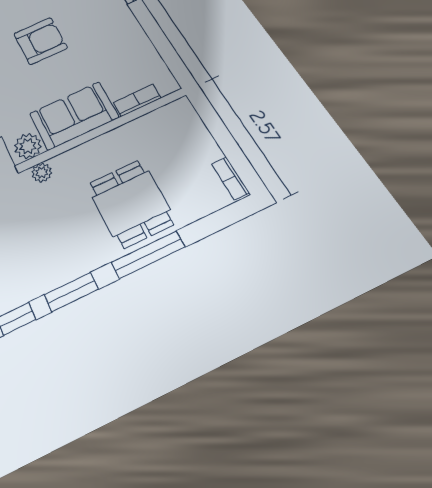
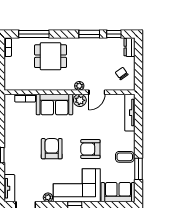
armchair: (40, 41) -> (52, 149), turned 90
dining table: (131, 203) -> (51, 56), turned 90
window: (148, 255) -> (34, 34), moved

